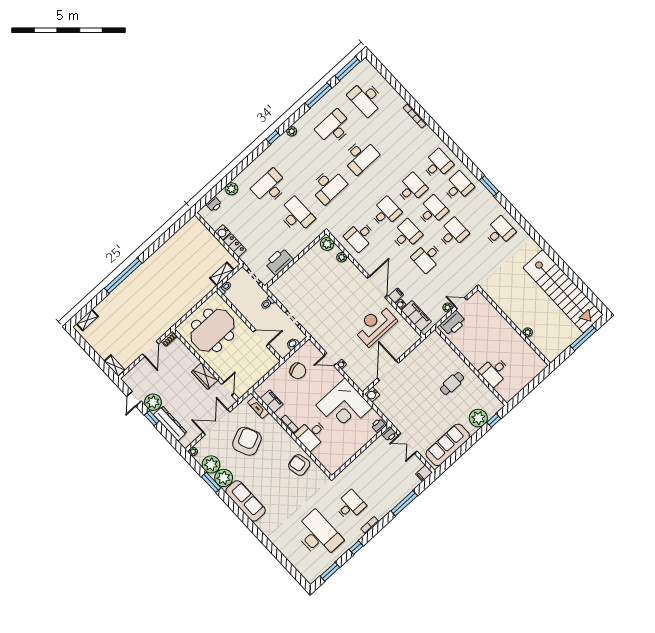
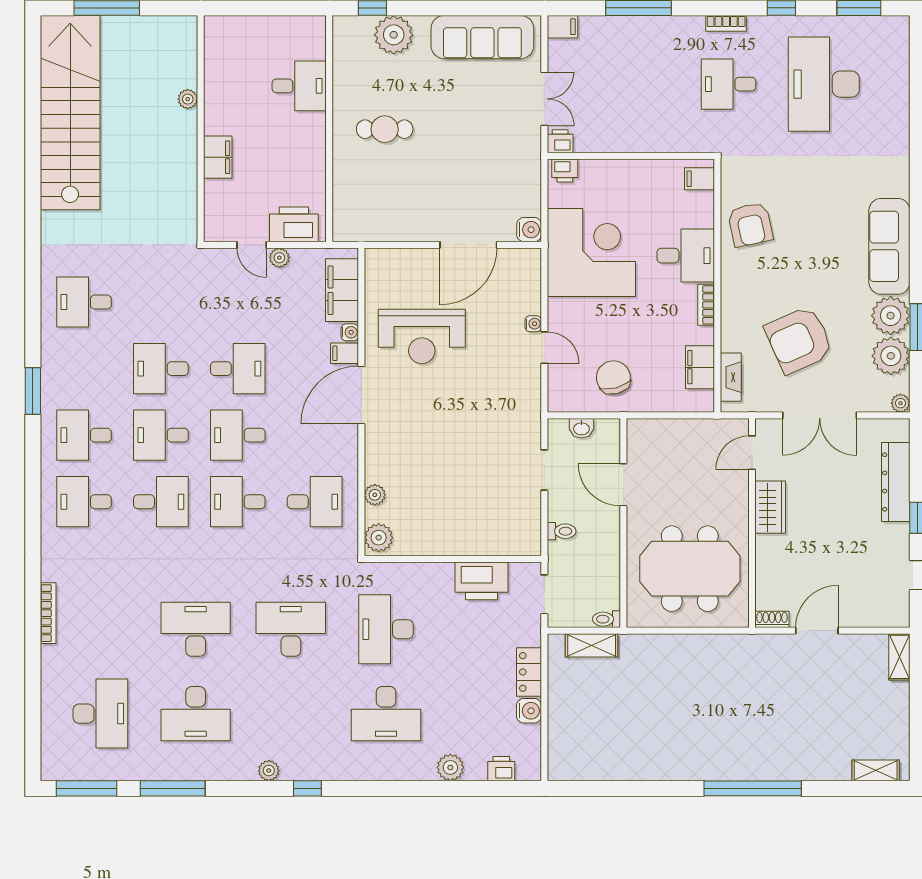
desk: (412, 188) -> (161, 502), turned 180
filing cabinet: (500, 322) -> (218, 157), added
plant: (153, 402) -> (892, 542), removed
filing cabinet: (331, 465) -> (700, 179), added

